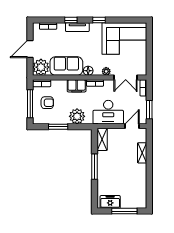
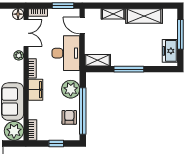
floor lamp: (88, 71) -> (18, 14), moved
armchair: (47, 103) -> (69, 117), moved
window: (30, 104) -> (56, 144), width x0.46
window: (58, 127) -> (83, 111), width x2.11
shelving: (140, 180) -> (144, 16), added

